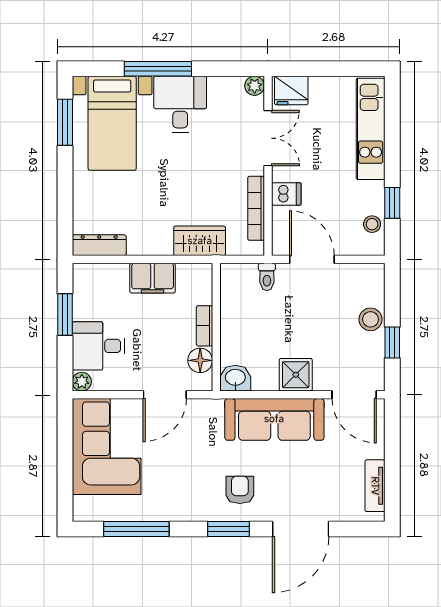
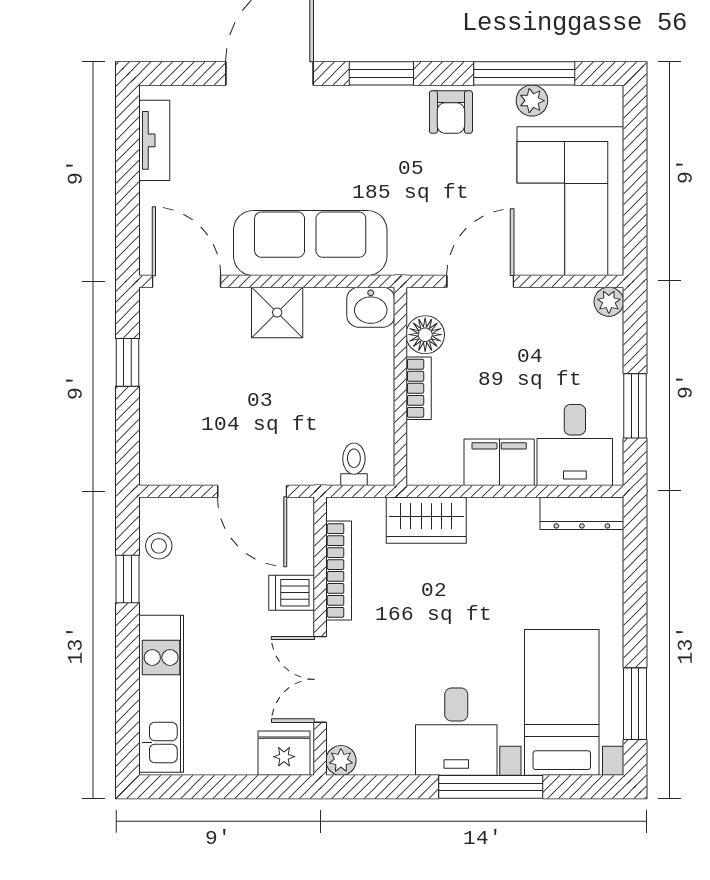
toilet: (267, 277) -> (354, 464), moved
stool: (371, 319) -> (161, 398), removed
desk: (98, 346) -> (575, 445), moved, turned 90
armchair: (240, 490) -> (451, 112), moved
plant: (131, 511) -> (532, 101), added

